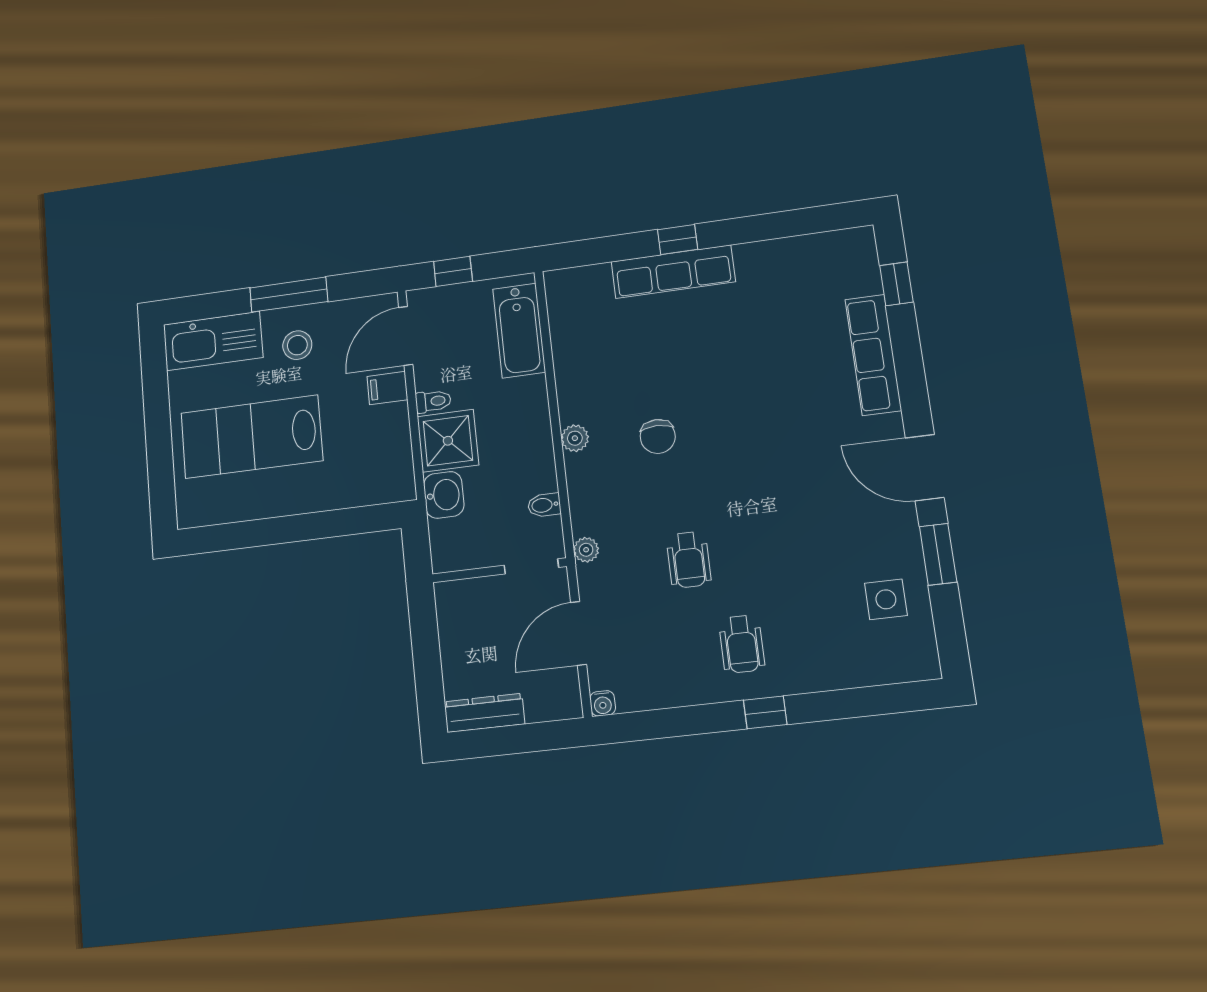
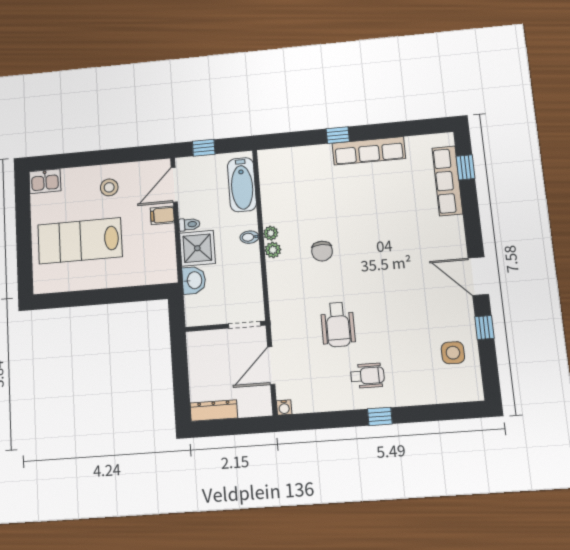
row of seats: (673, 272) -> (369, 151), moved
window: (289, 295) -> (105, 157), removed
kitchen sink: (213, 341) -> (45, 181), width x0.53, depth x0.81
row of seats: (873, 355) -> (447, 181), moved
bidet: (544, 505) -> (249, 237), moved
plant: (586, 550) -> (271, 233), moved
window: (938, 554) -> (484, 327), width x0.67
wheelchair: (689, 560) -> (338, 325), width x1.36, depth x1.37
wheelchair: (742, 644) -> (367, 376), turned -90

